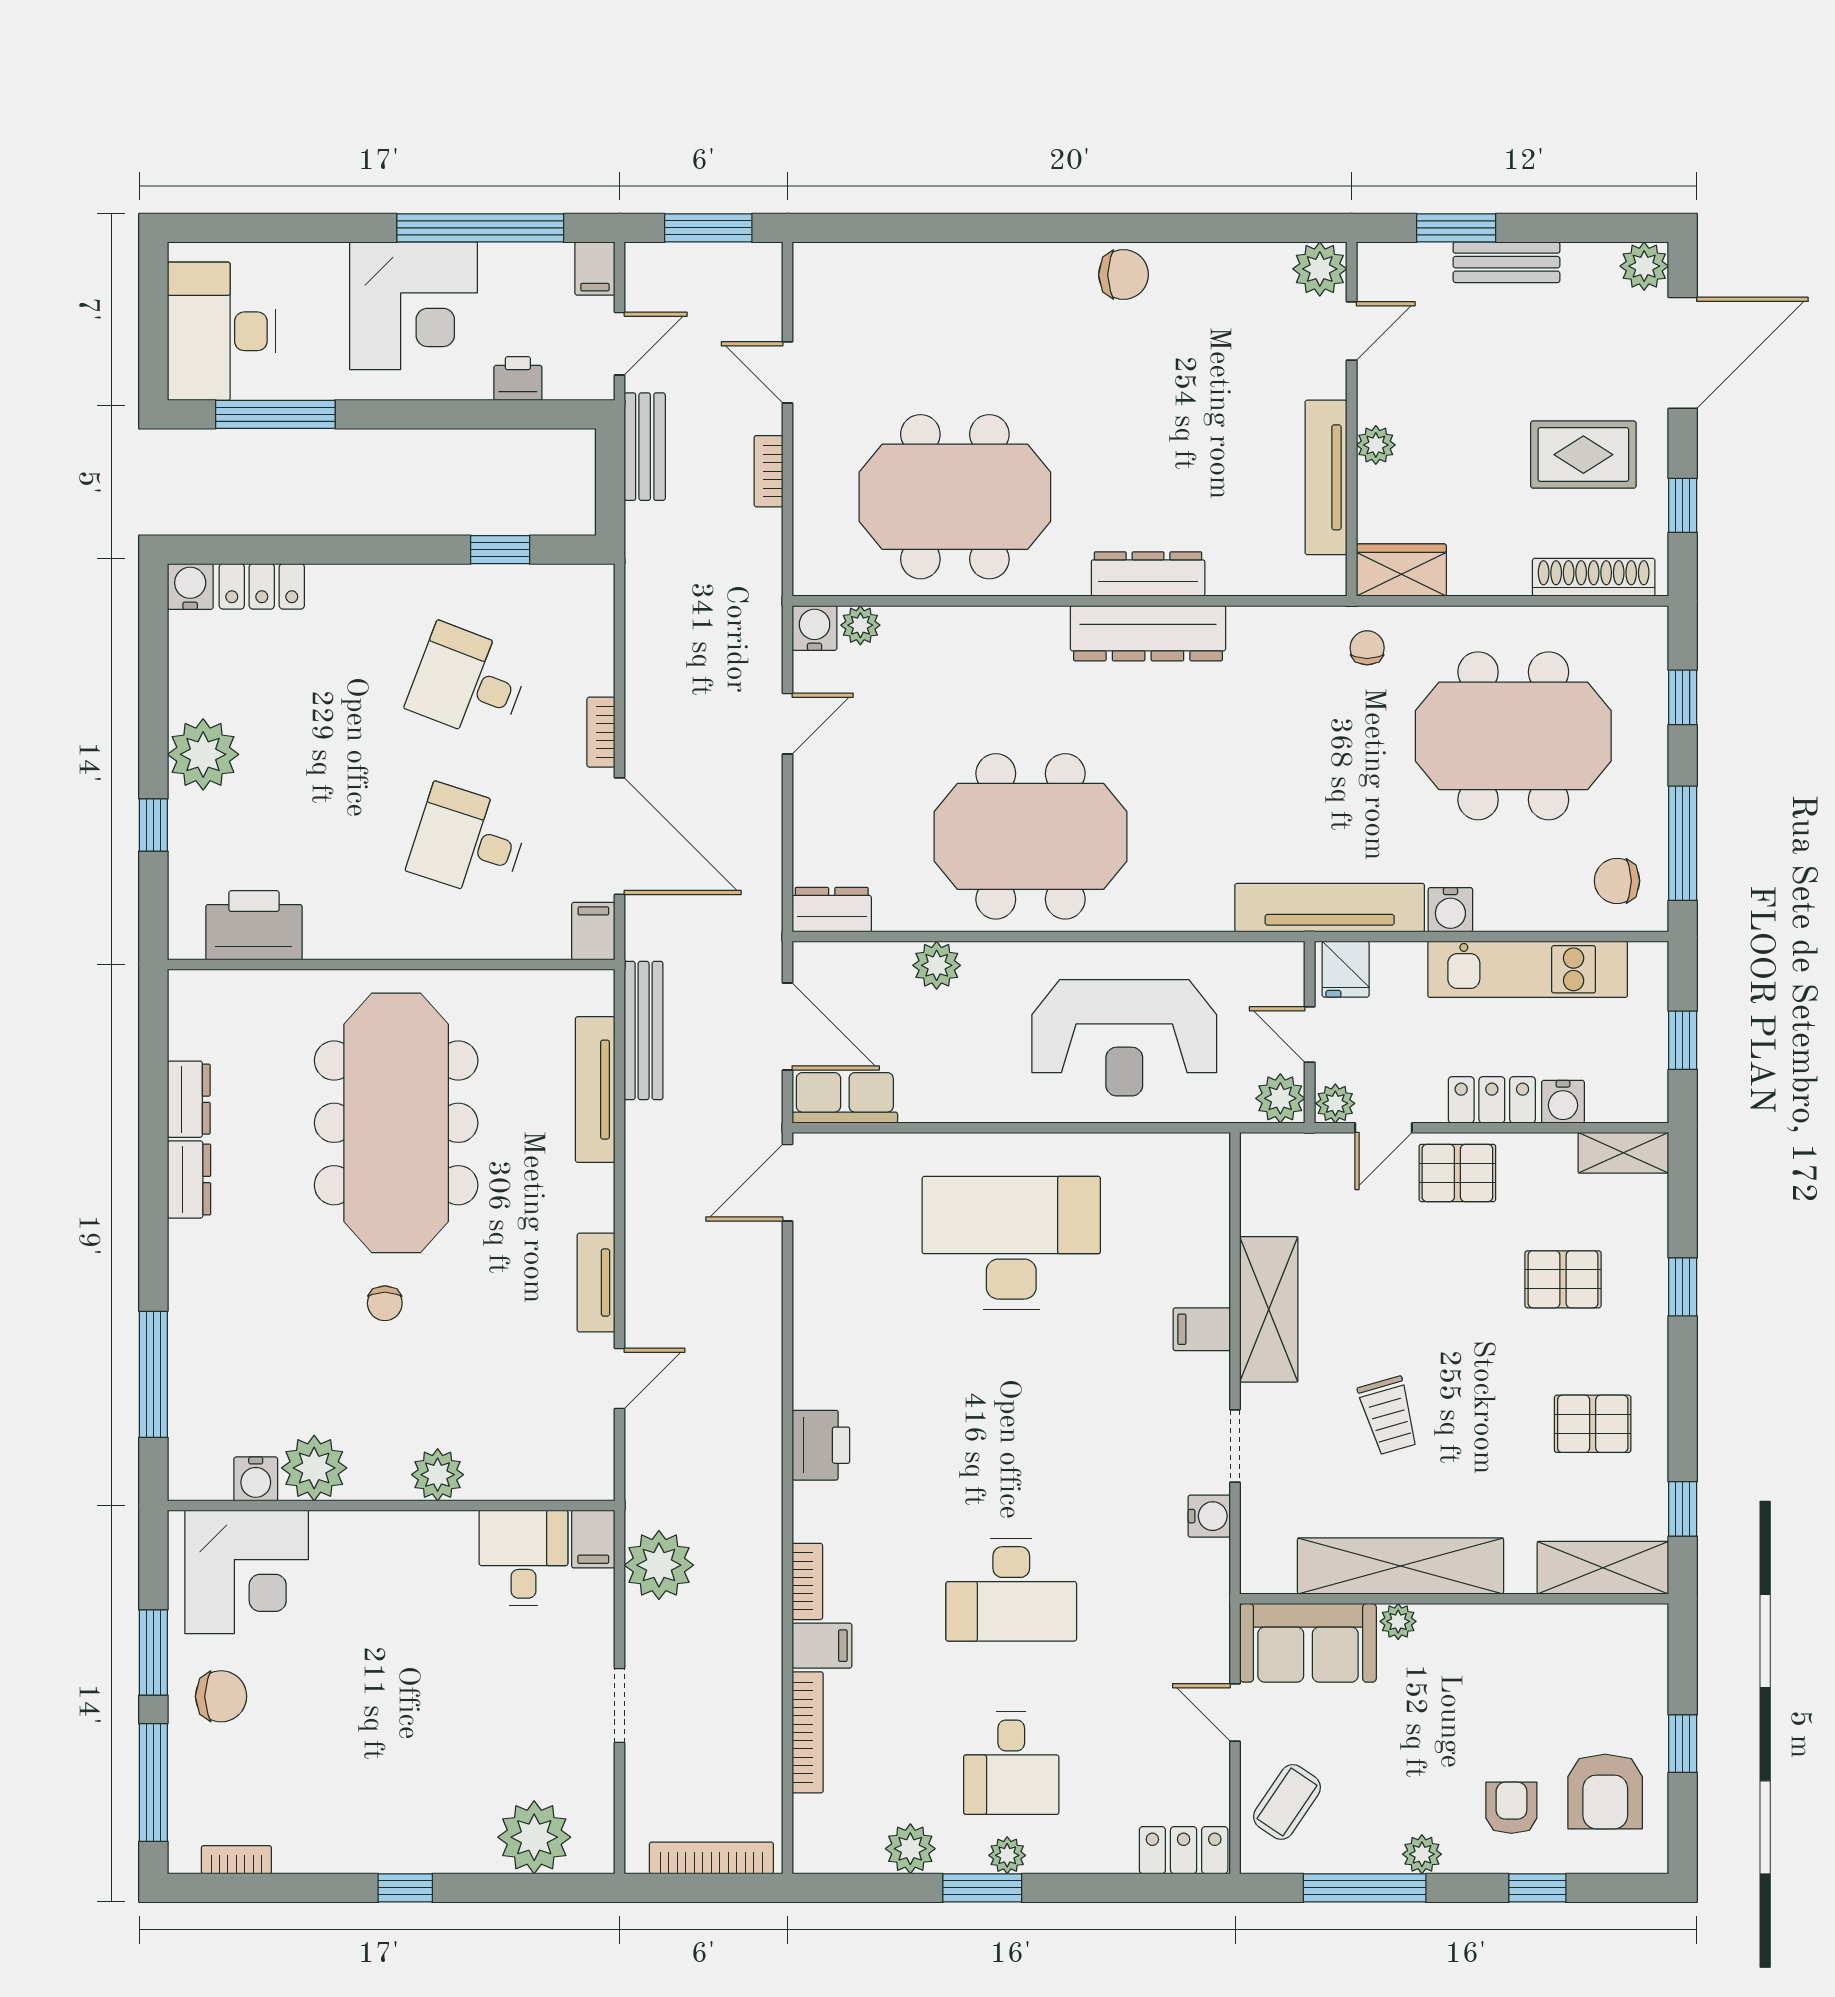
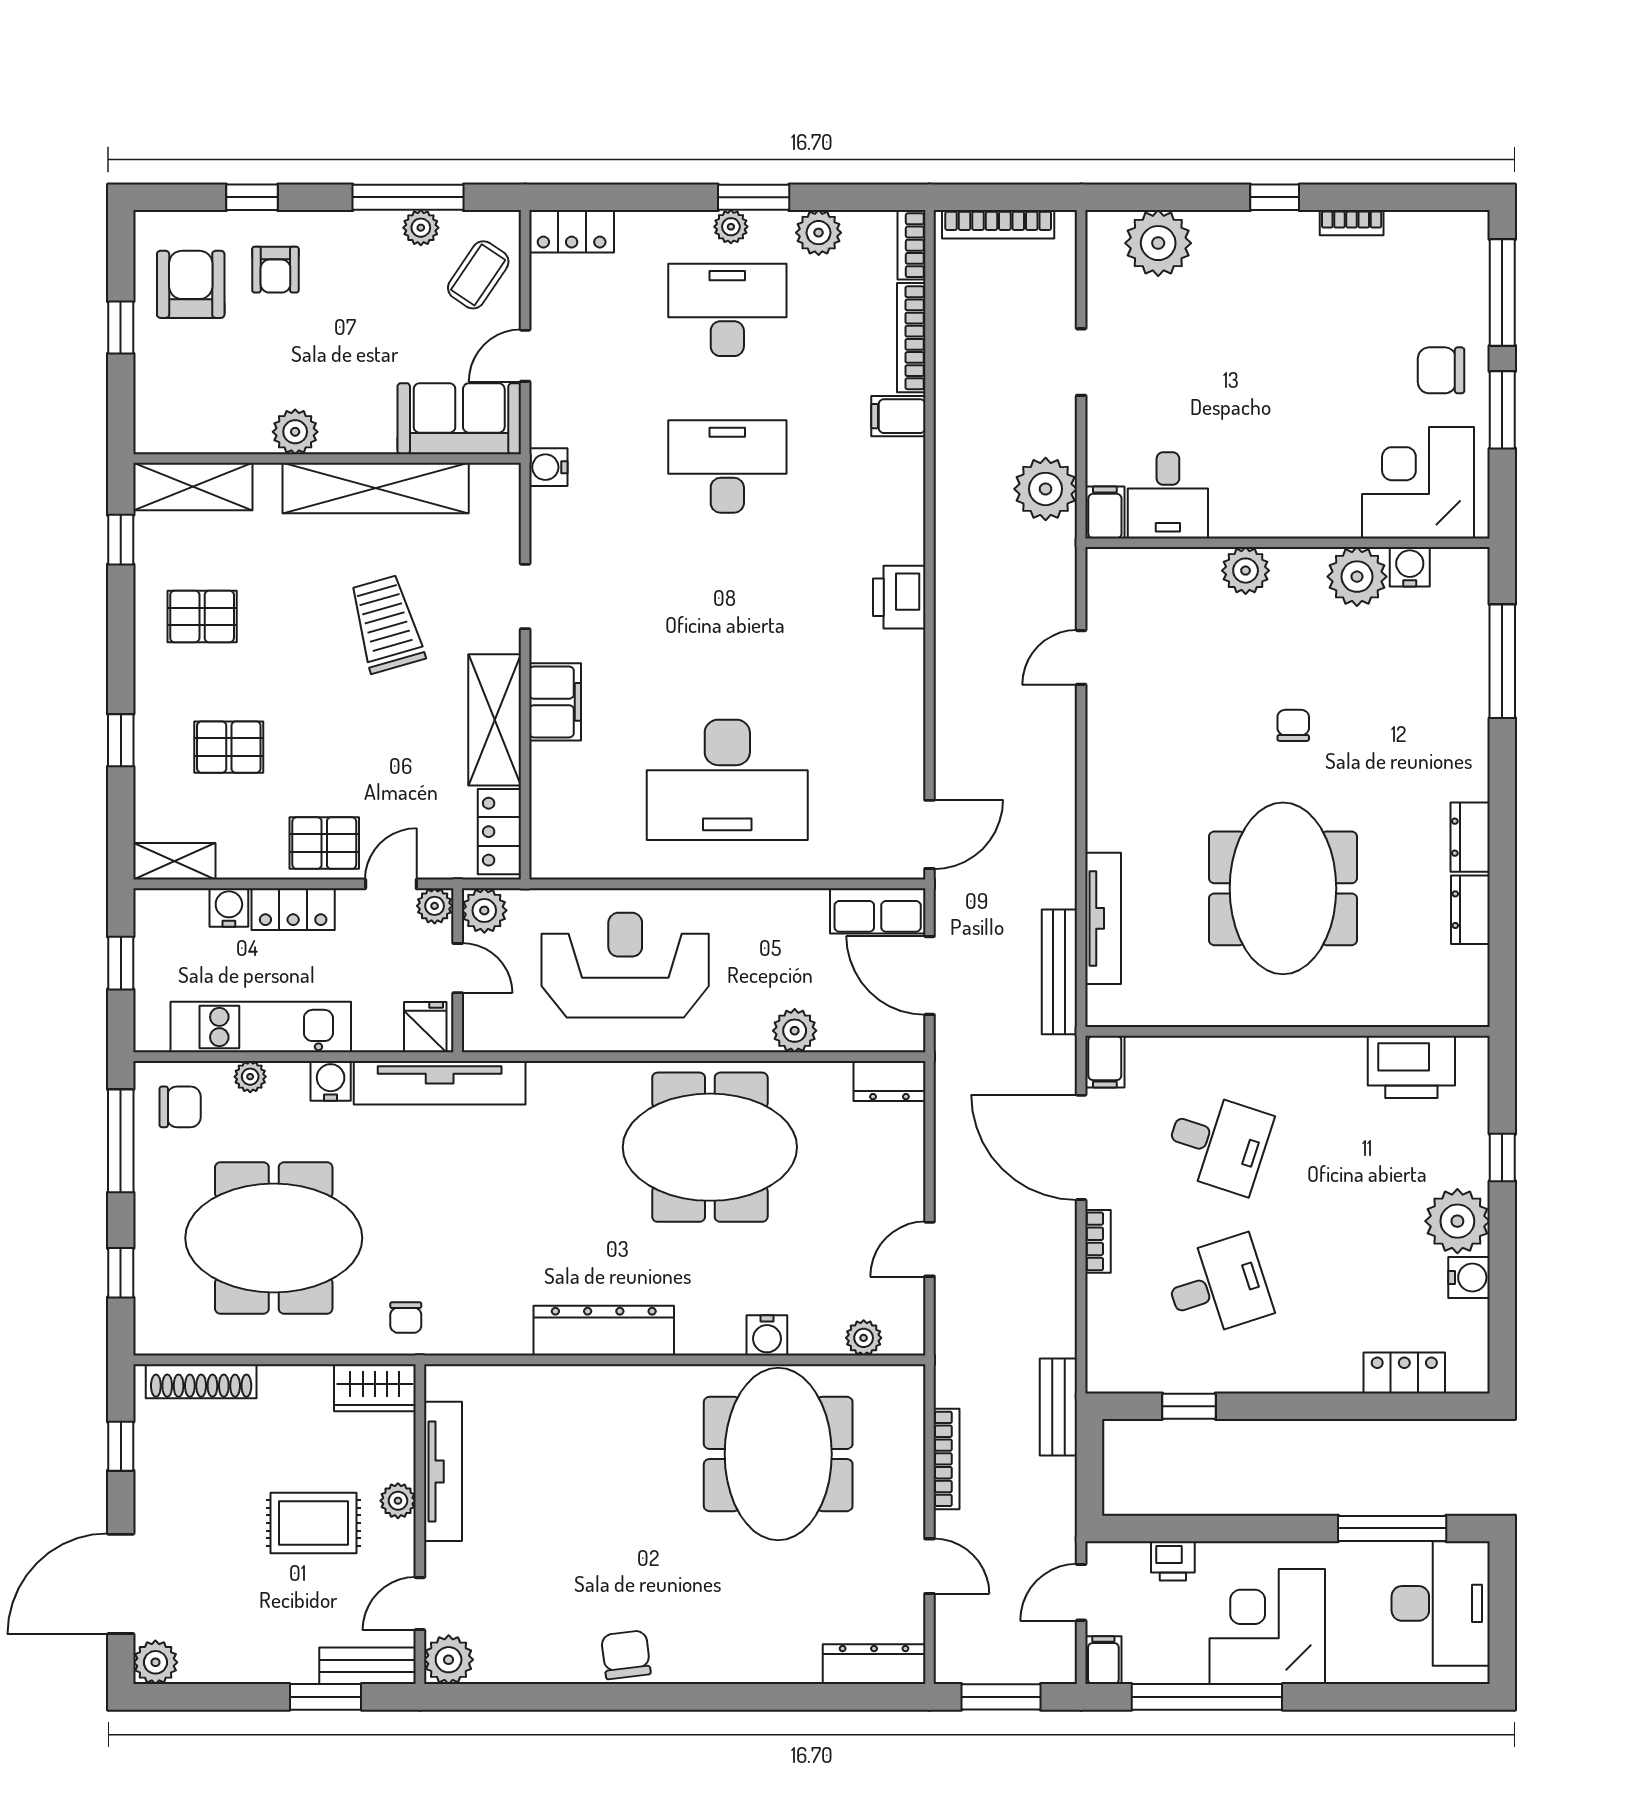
bench: (1506, 262) -> (367, 1666), moved
chair: (1123, 275) -> (626, 1655), turned 83
bench: (645, 447) -> (1058, 1407), moved
rug: (1583, 455) -> (314, 1523), moved
bookcase: (768, 471) -> (947, 1459), width x1.56
meeting table: (955, 497) -> (778, 1454), turned 90
dresser: (1148, 574) -> (874, 1664), moved, turned 180
water cooler: (190, 586) -> (1469, 1277), moved, turned -90
water cooler: (815, 628) -> (767, 1335), moved
desk: (468, 682) -> (1218, 1287), turned -39
plant: (1539, 914) -> (250, 1077), added
meeting table: (396, 1123) -> (1283, 888), width x0.73
locker: (1264, 1186) -> (499, 832), added
tv unit: (596, 1283) -> (1102, 744), removed
filing cabinet: (1202, 1329) -> (555, 702), width x2.00
trolley: (1389, 1415) -> (386, 624), width x1.36, depth x1.39
water cooler: (1209, 1516) -> (548, 467), moved
bookcase: (807, 1581) -> (911, 245), moved
plant: (1398, 1621) -> (295, 432), moved, width x1.38, depth x1.38
door: (1235, 1713) -> (525, 356), swing flipped
desk: (1011, 1763) -> (727, 310), width x1.37
plant: (1422, 1854) -> (421, 228), moved
bookcase: (236, 1860) -> (1352, 223), moved

